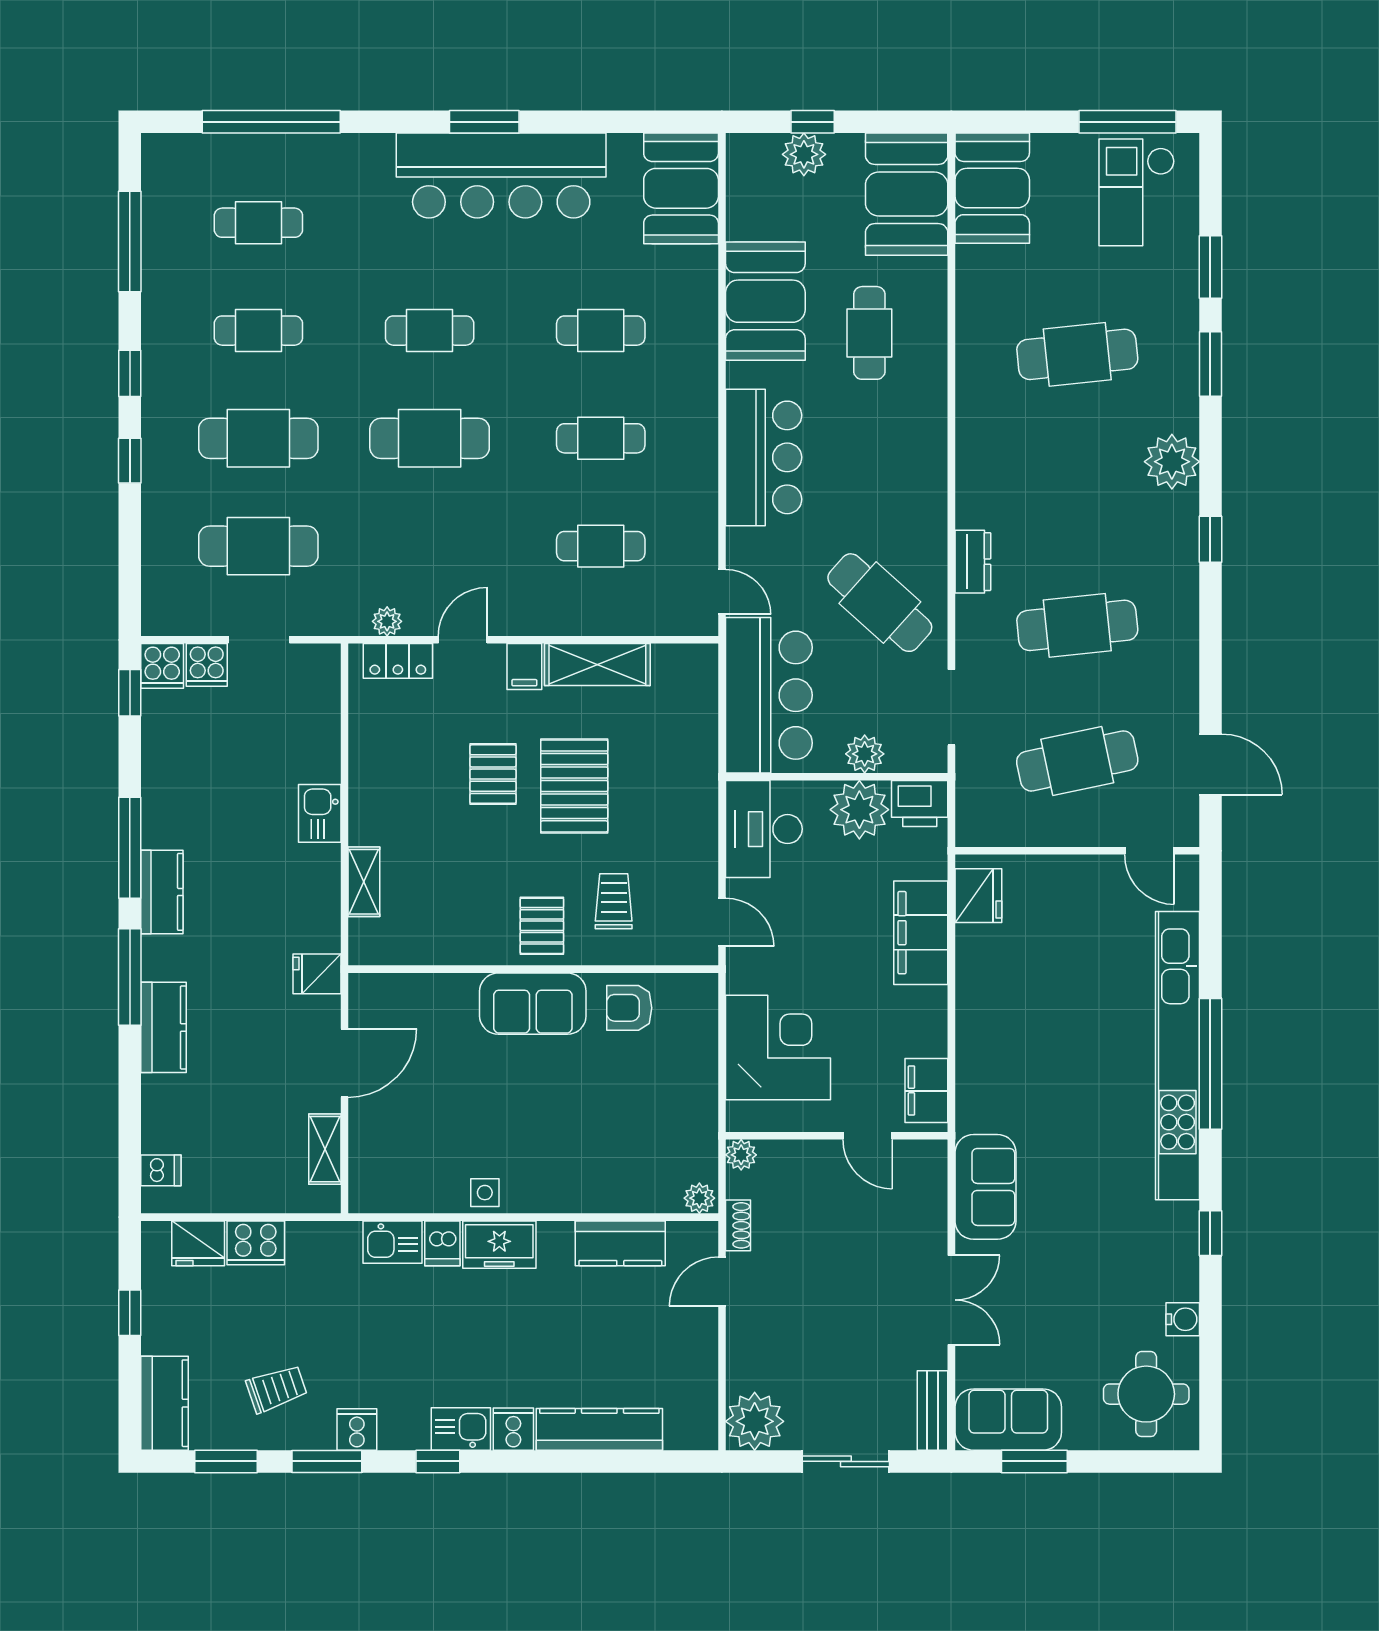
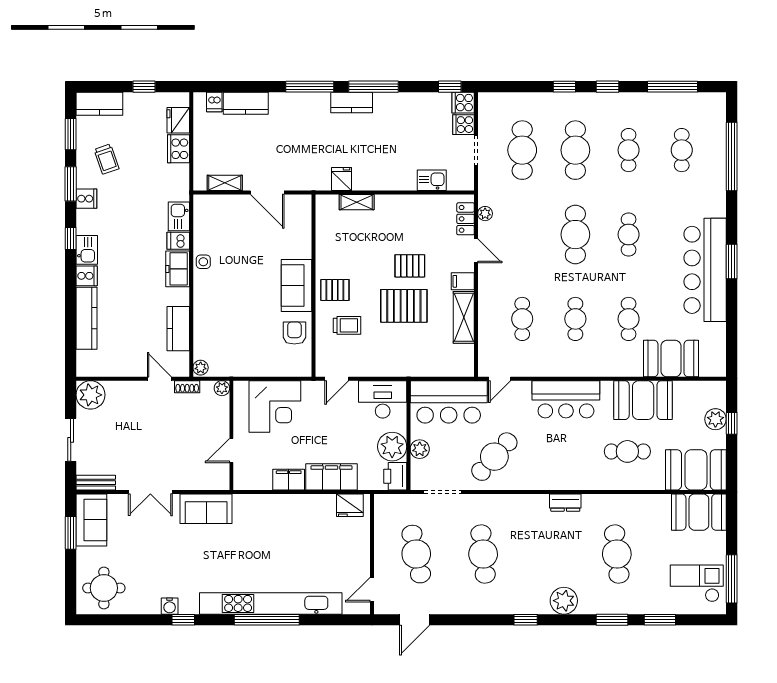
booth: (681, 188) -> (671, 359), moved
dresser: (973, 562) -> (565, 503), moved
kitchen sink: (320, 813) -> (432, 180), moved
fridge: (317, 974) -> (341, 179), moved
kitchen counter: (164, 1027) -> (246, 103), moved
filing cabinet: (926, 1091) -> (289, 480), moved
water cooler: (1183, 1319) -> (170, 606), moved

